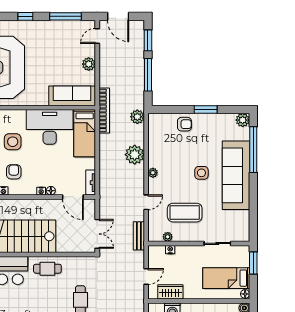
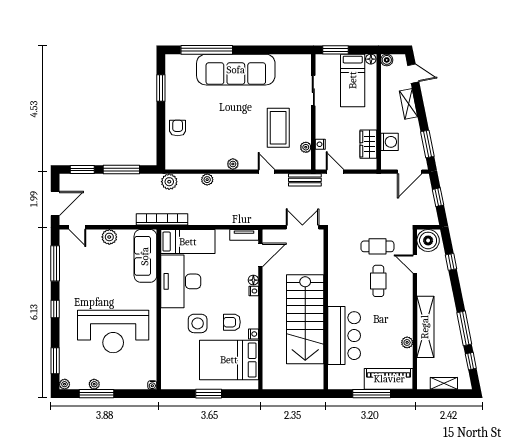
window: (206, 109) -> (161, 88), moved
plant: (243, 120) -> (173, 62), removed
plant: (135, 155) -> (207, 180), width x0.53, depth x0.53
side table: (201, 173) -> (233, 109), removed
cafe table: (47, 269) -> (378, 281), moved
door: (146, 276) -> (335, 172), moved

